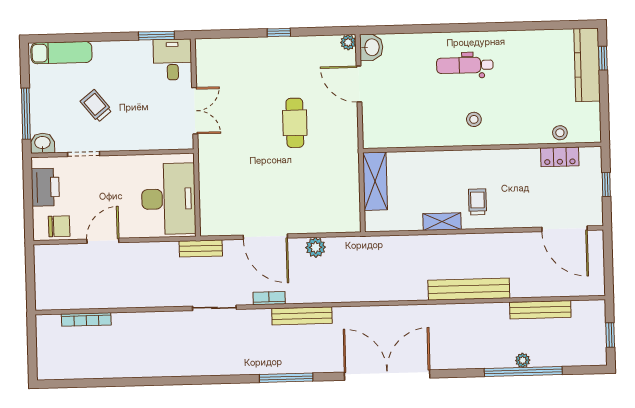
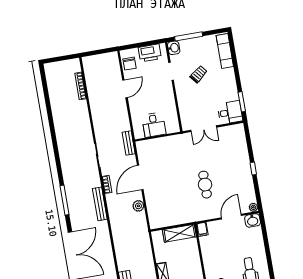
cafe table: (295, 123) -> (205, 185), turned 90
filing cabinet: (374, 140) -> (202, 229), added
desk: (169, 199) -> (154, 125), width x0.53, depth x0.77
door: (103, 241) -> (125, 89), hinge flipped

